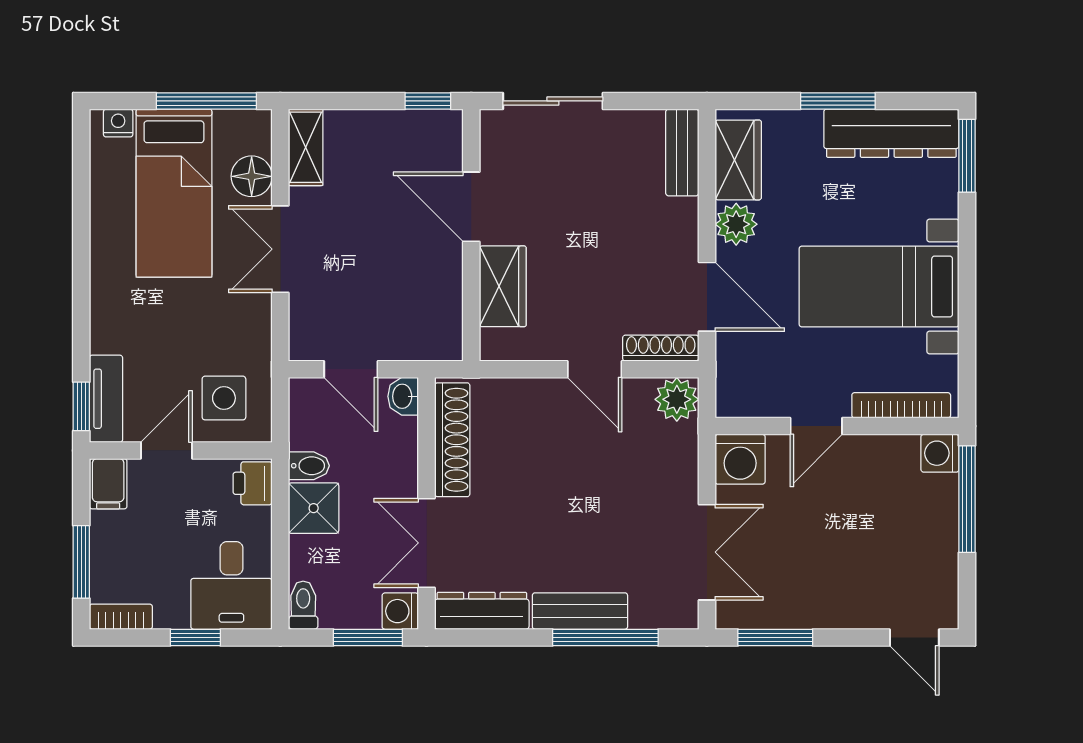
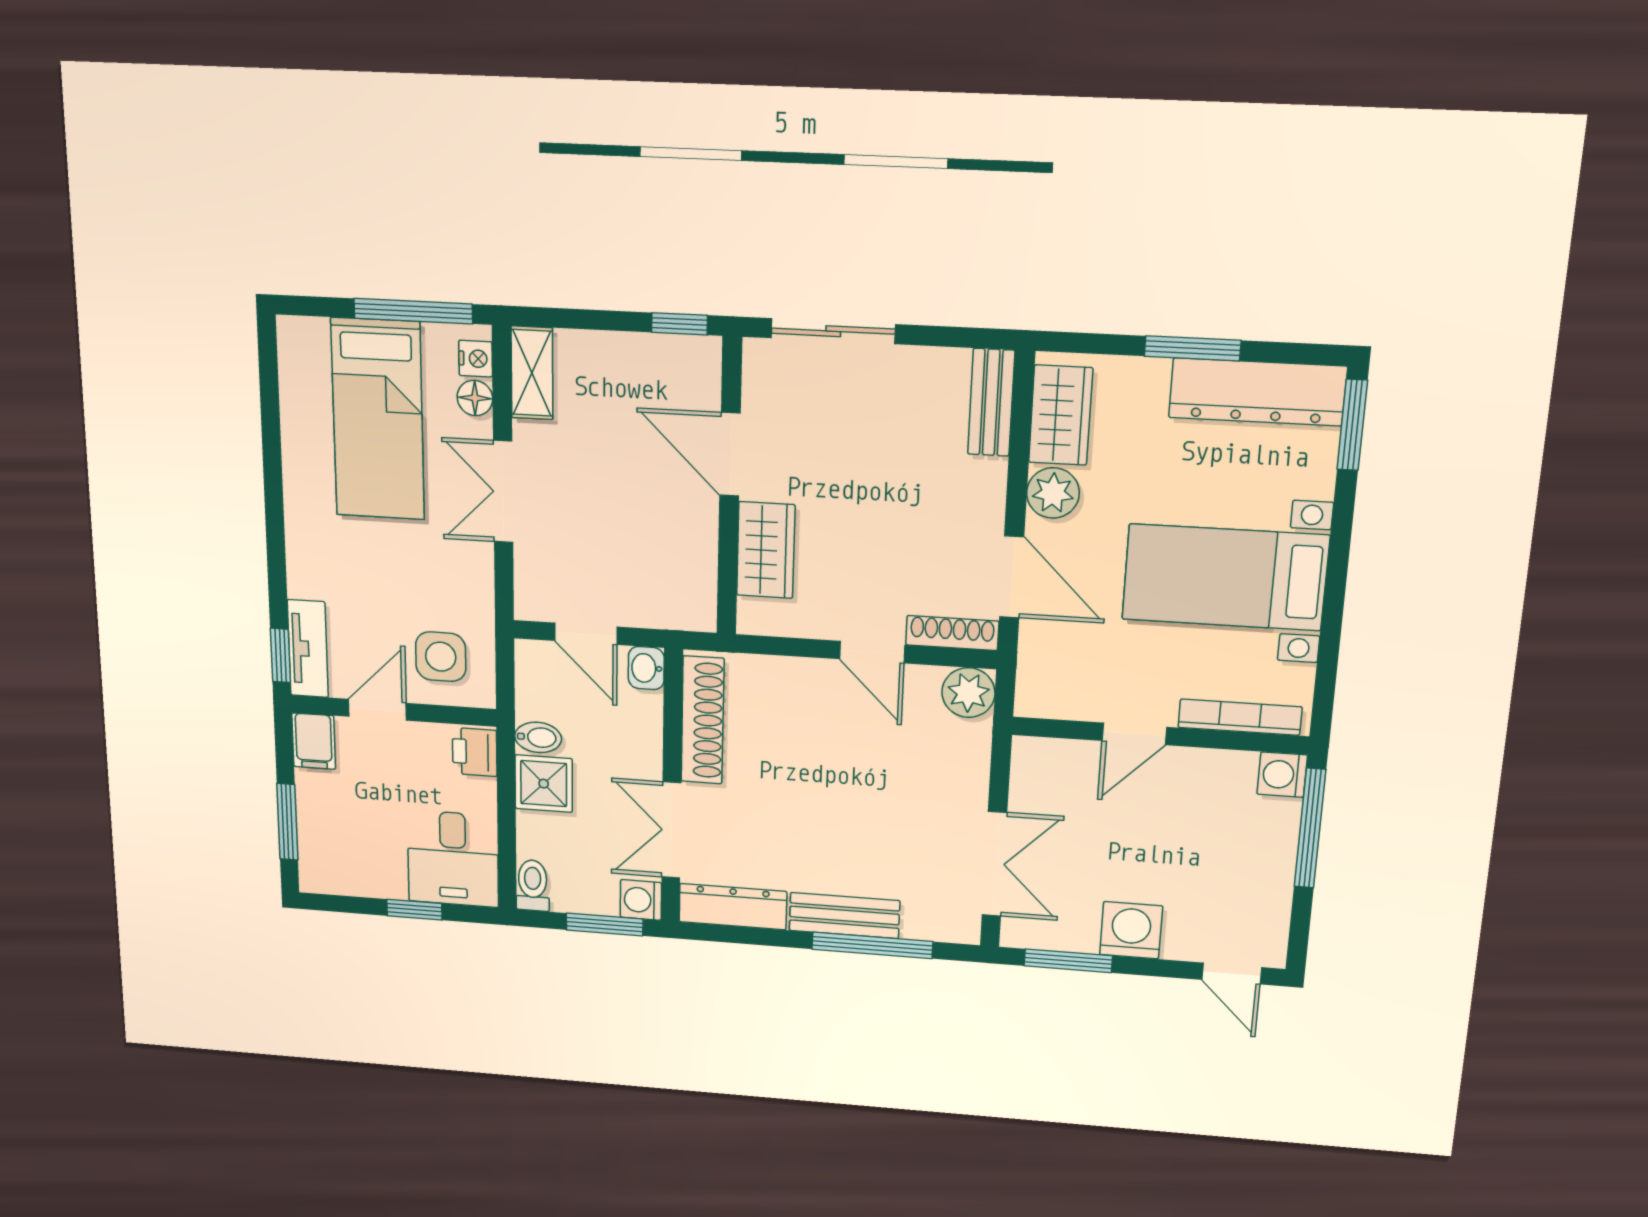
nightstand: (118, 123) -> (476, 359), moved, turned 90
floor lamp: (252, 176) -> (475, 398), width x0.73, depth x0.73
washing machine: (740, 459) -> (1131, 930), moved, turned 180
bookcase: (121, 617) -> (333, 882), removed

